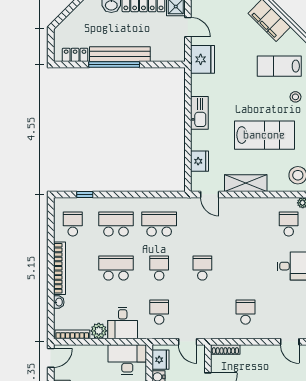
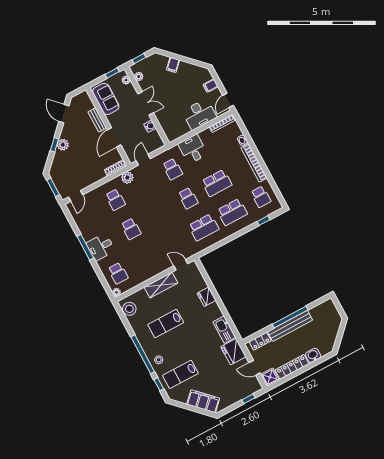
locker: (75, 55) -> (260, 341), moved
lab bench: (279, 66) -> (180, 374), turned 180
kitchen sink: (199, 113) -> (224, 330), moved
lab bench: (264, 135) -> (166, 324), width x0.73, depth x0.72
fridge: (200, 161) -> (207, 297), moved
school desk: (202, 268) -> (131, 229), moved
plant: (99, 331) -> (127, 177), moved
door: (188, 342) -> (143, 160), hinge flipped
door: (290, 342) -> (76, 196), swing flipped
desk: (127, 360) -> (199, 114), moved
fridge: (161, 360) -> (155, 138), removed

